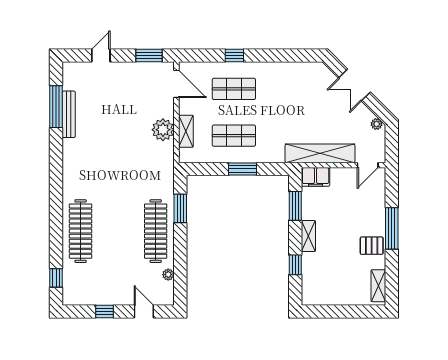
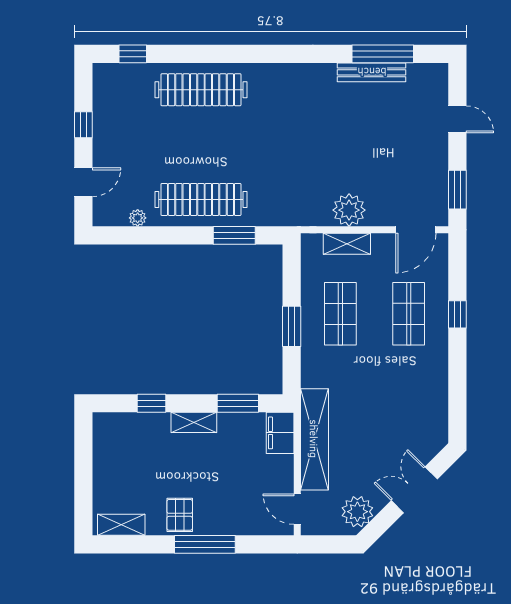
plant: (377, 124) -> (357, 512), width x1.87, depth x1.87

